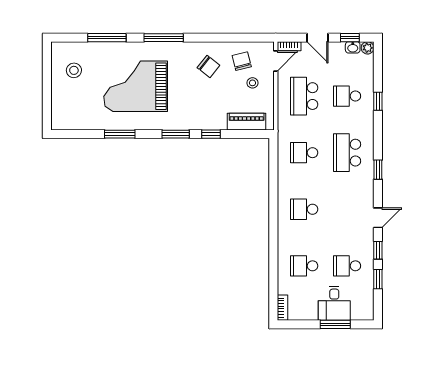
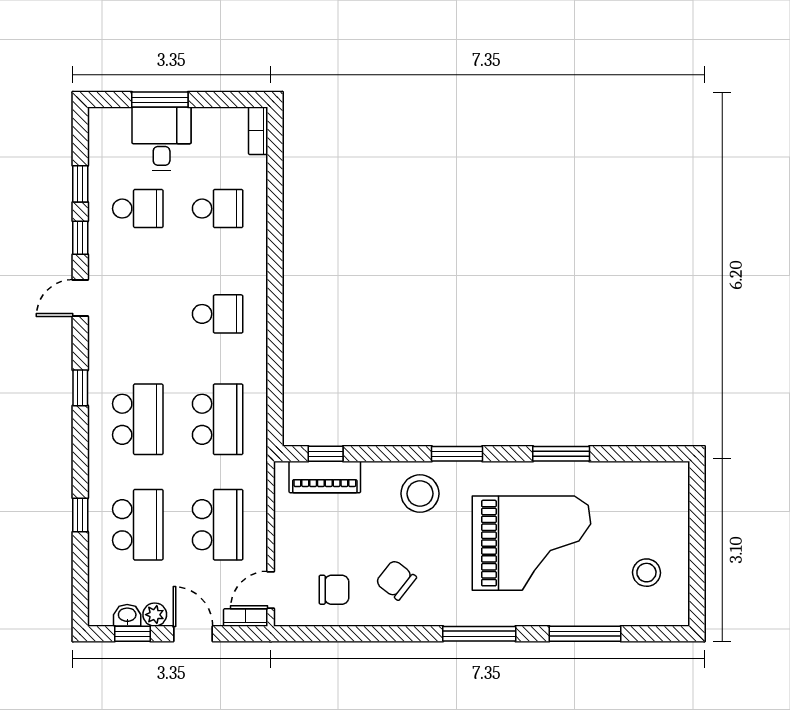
plant: (368, 48) -> (155, 615), moved
chair: (242, 61) -> (334, 590), turned -76
stool: (252, 83) -> (420, 494), moved, width x1.89, depth x1.89
school desk: (347, 96) -> (138, 525), width x1.85
window: (211, 134) -> (326, 454), moved
school desk: (304, 153) -> (218, 419), width x1.85

